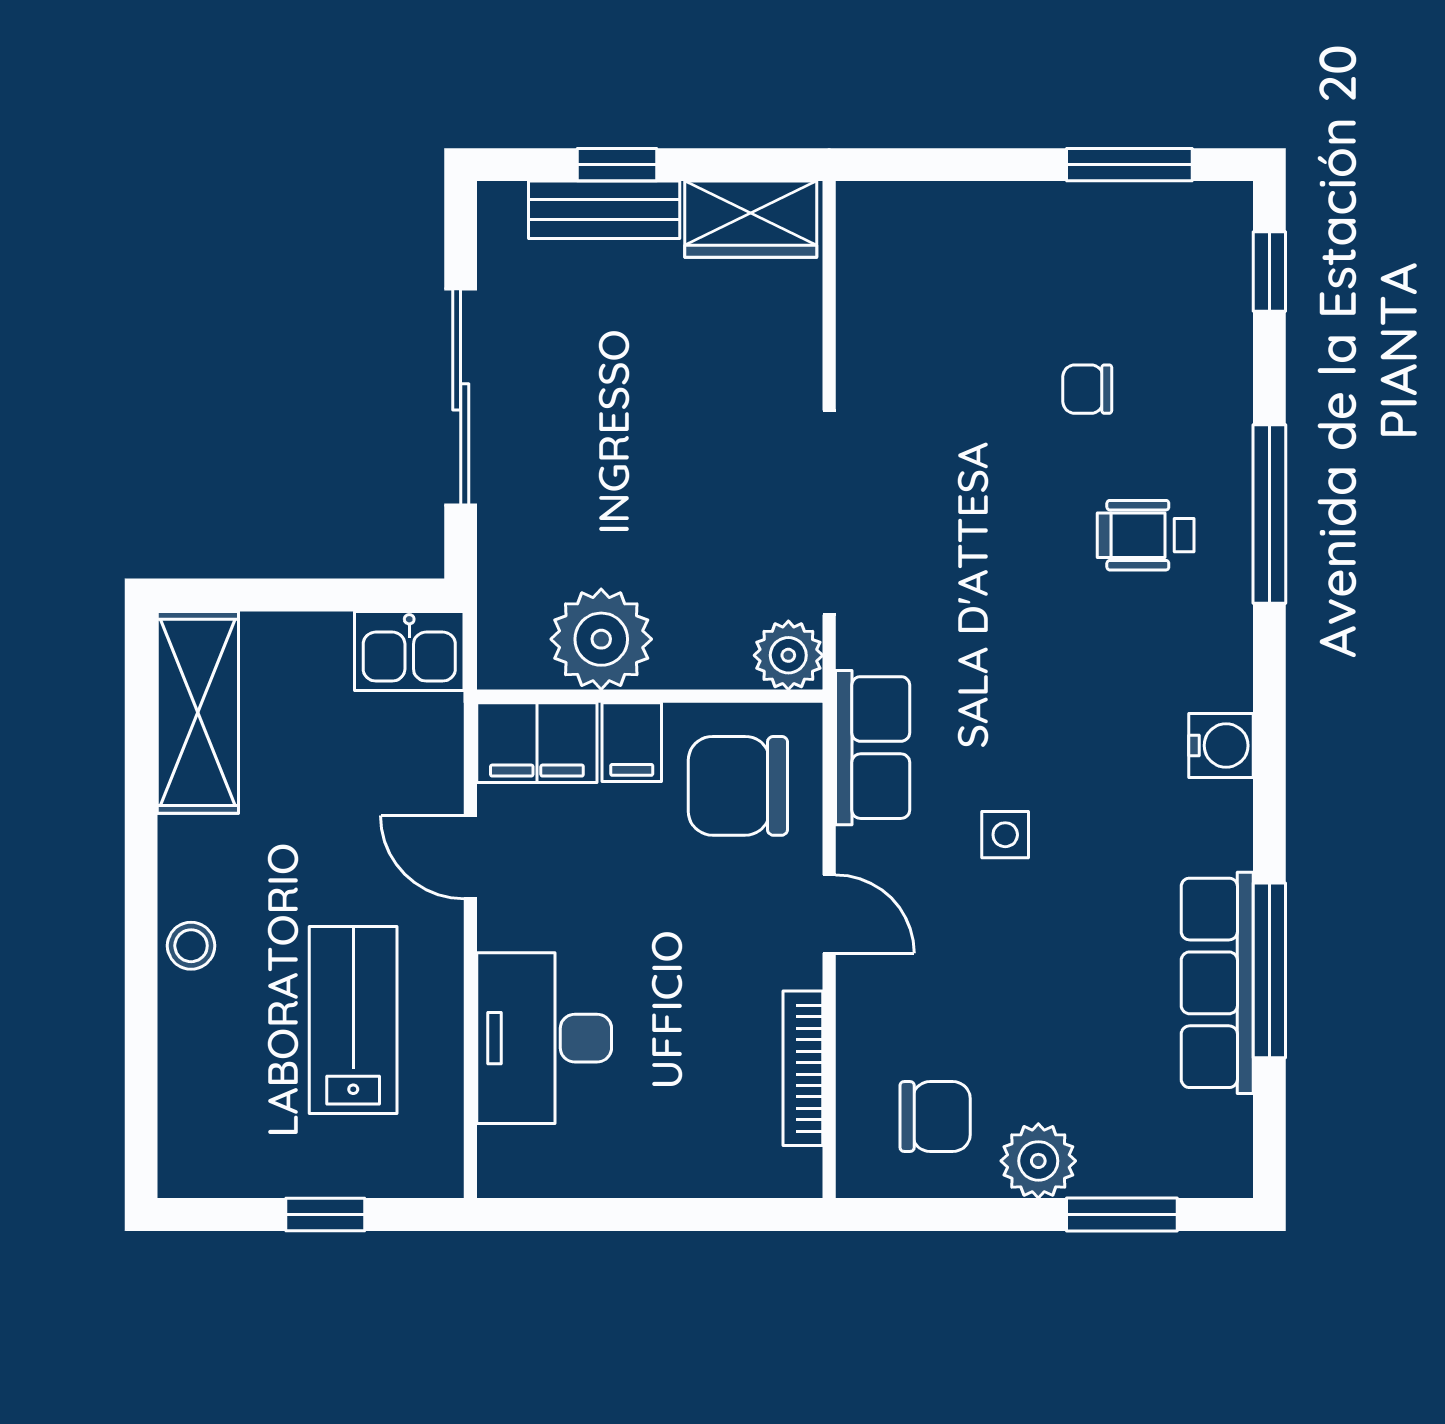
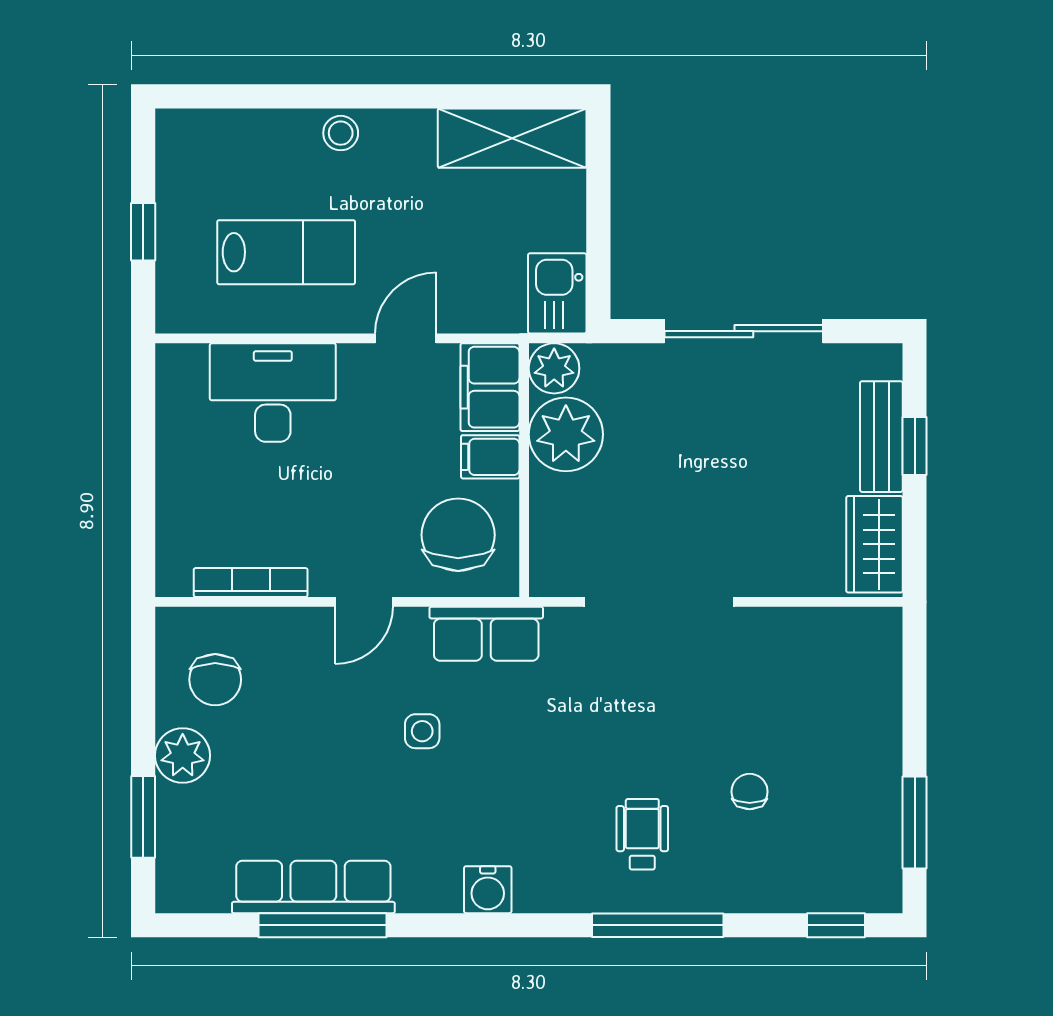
plant: (788, 655) -> (554, 368), moved

